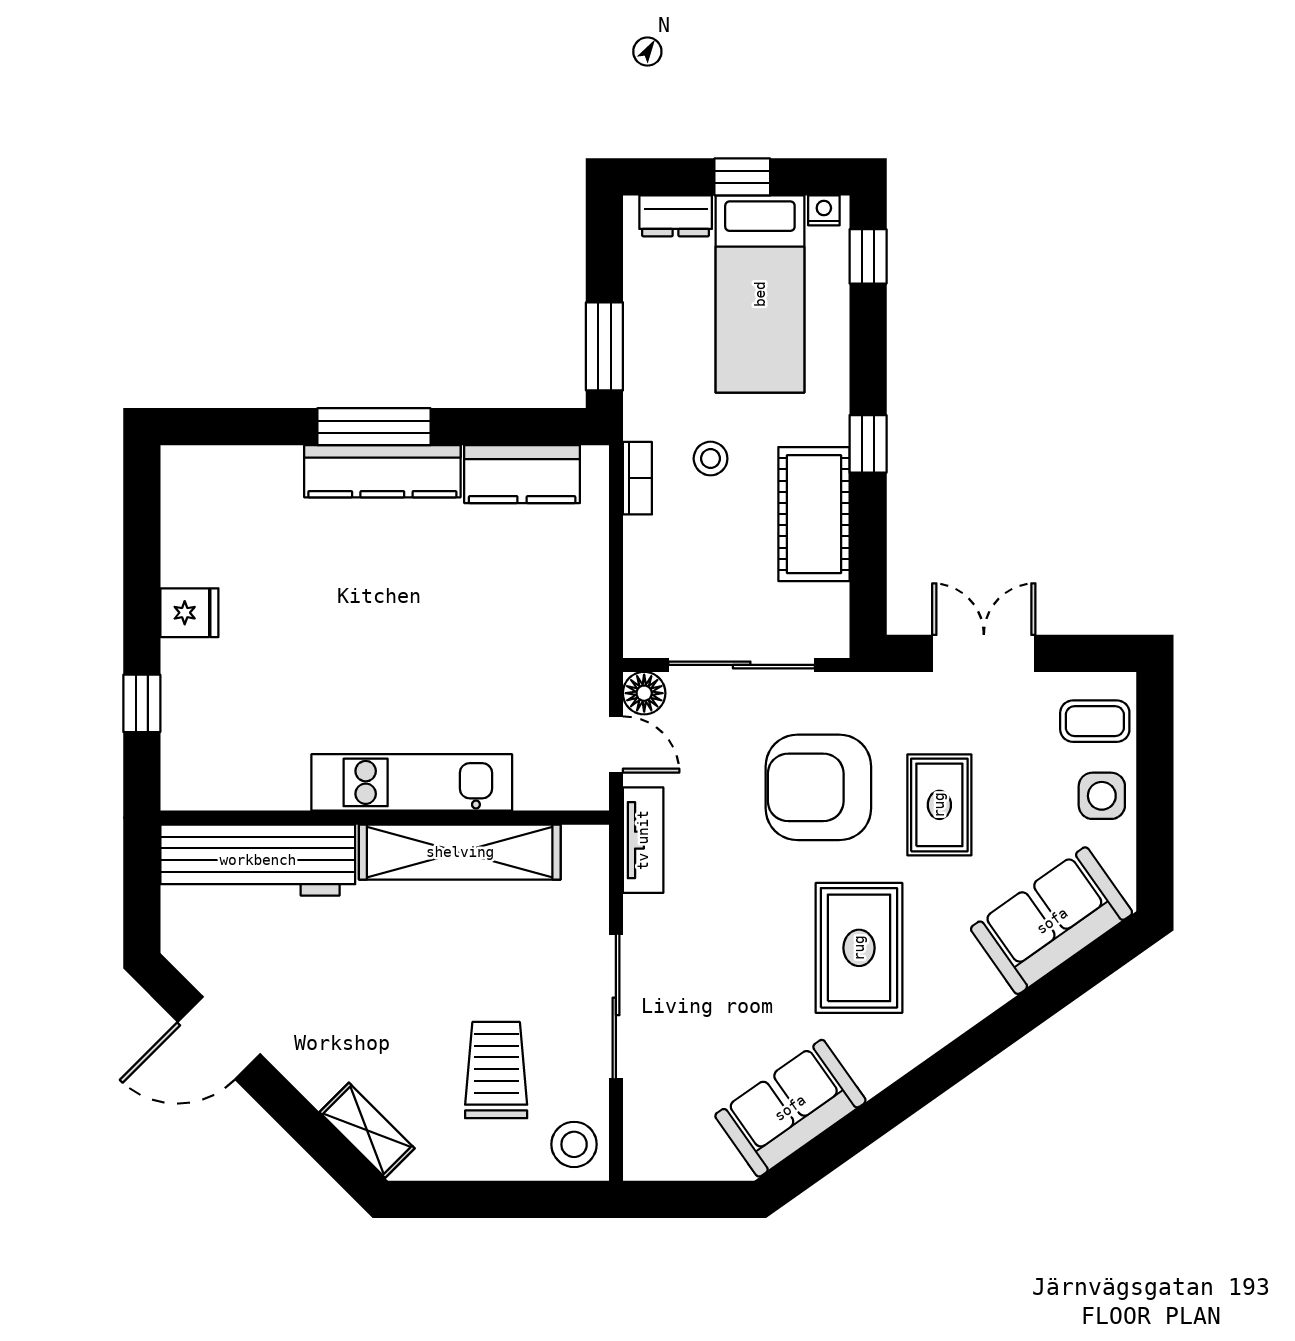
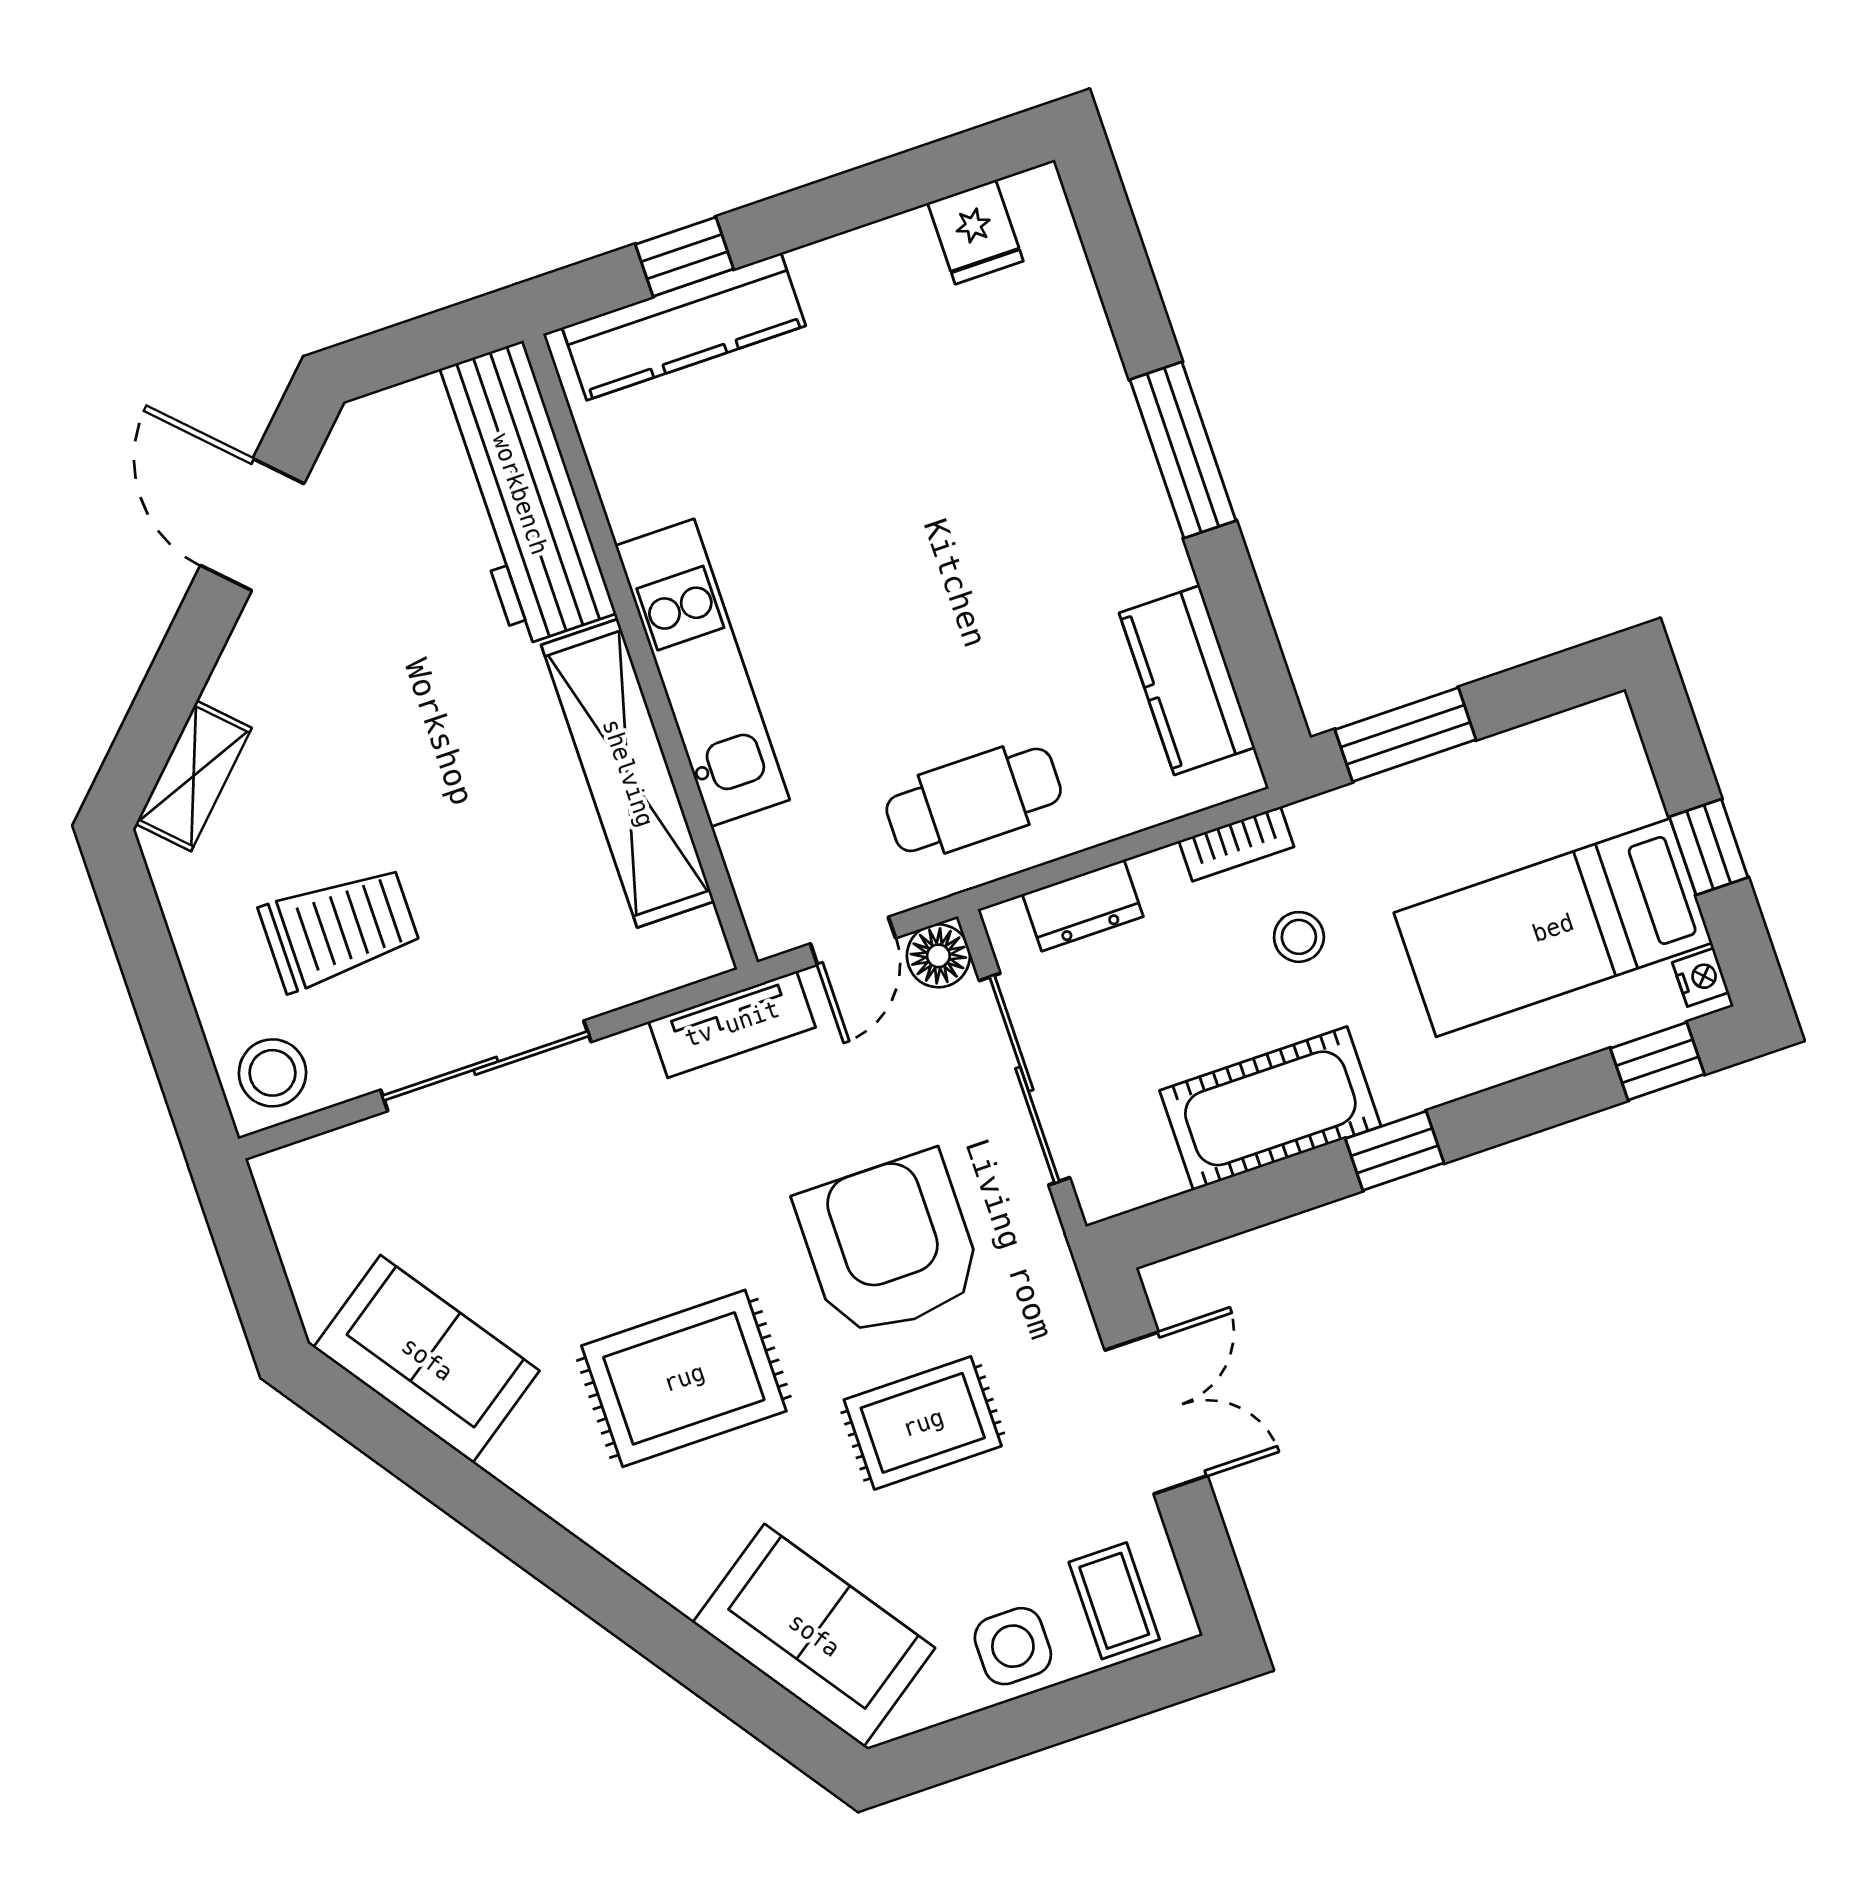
dresser: (676, 216) -> (1083, 905), moved, turned -90
kitchen counter: (382, 471) -> (684, 327), moved, turned -90
fridge: (189, 613) -> (975, 232), moved
cafe table: (552, 637) -> (974, 800), added

